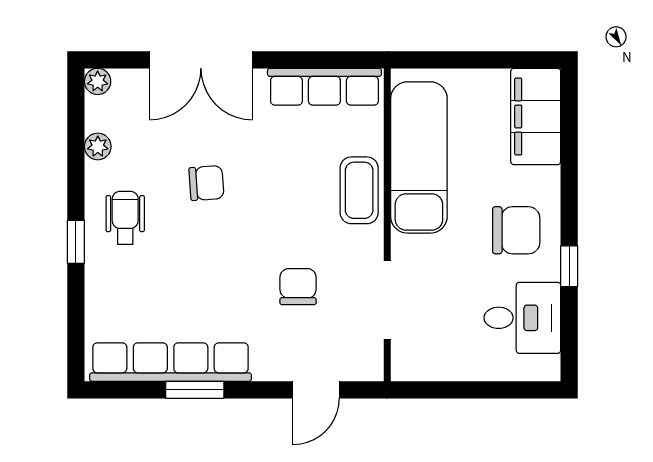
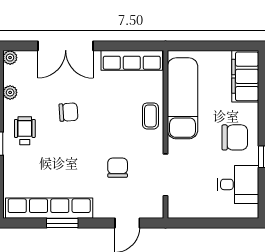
coffee table: (359, 190) -> (150, 116), width x0.73, depth x0.77

